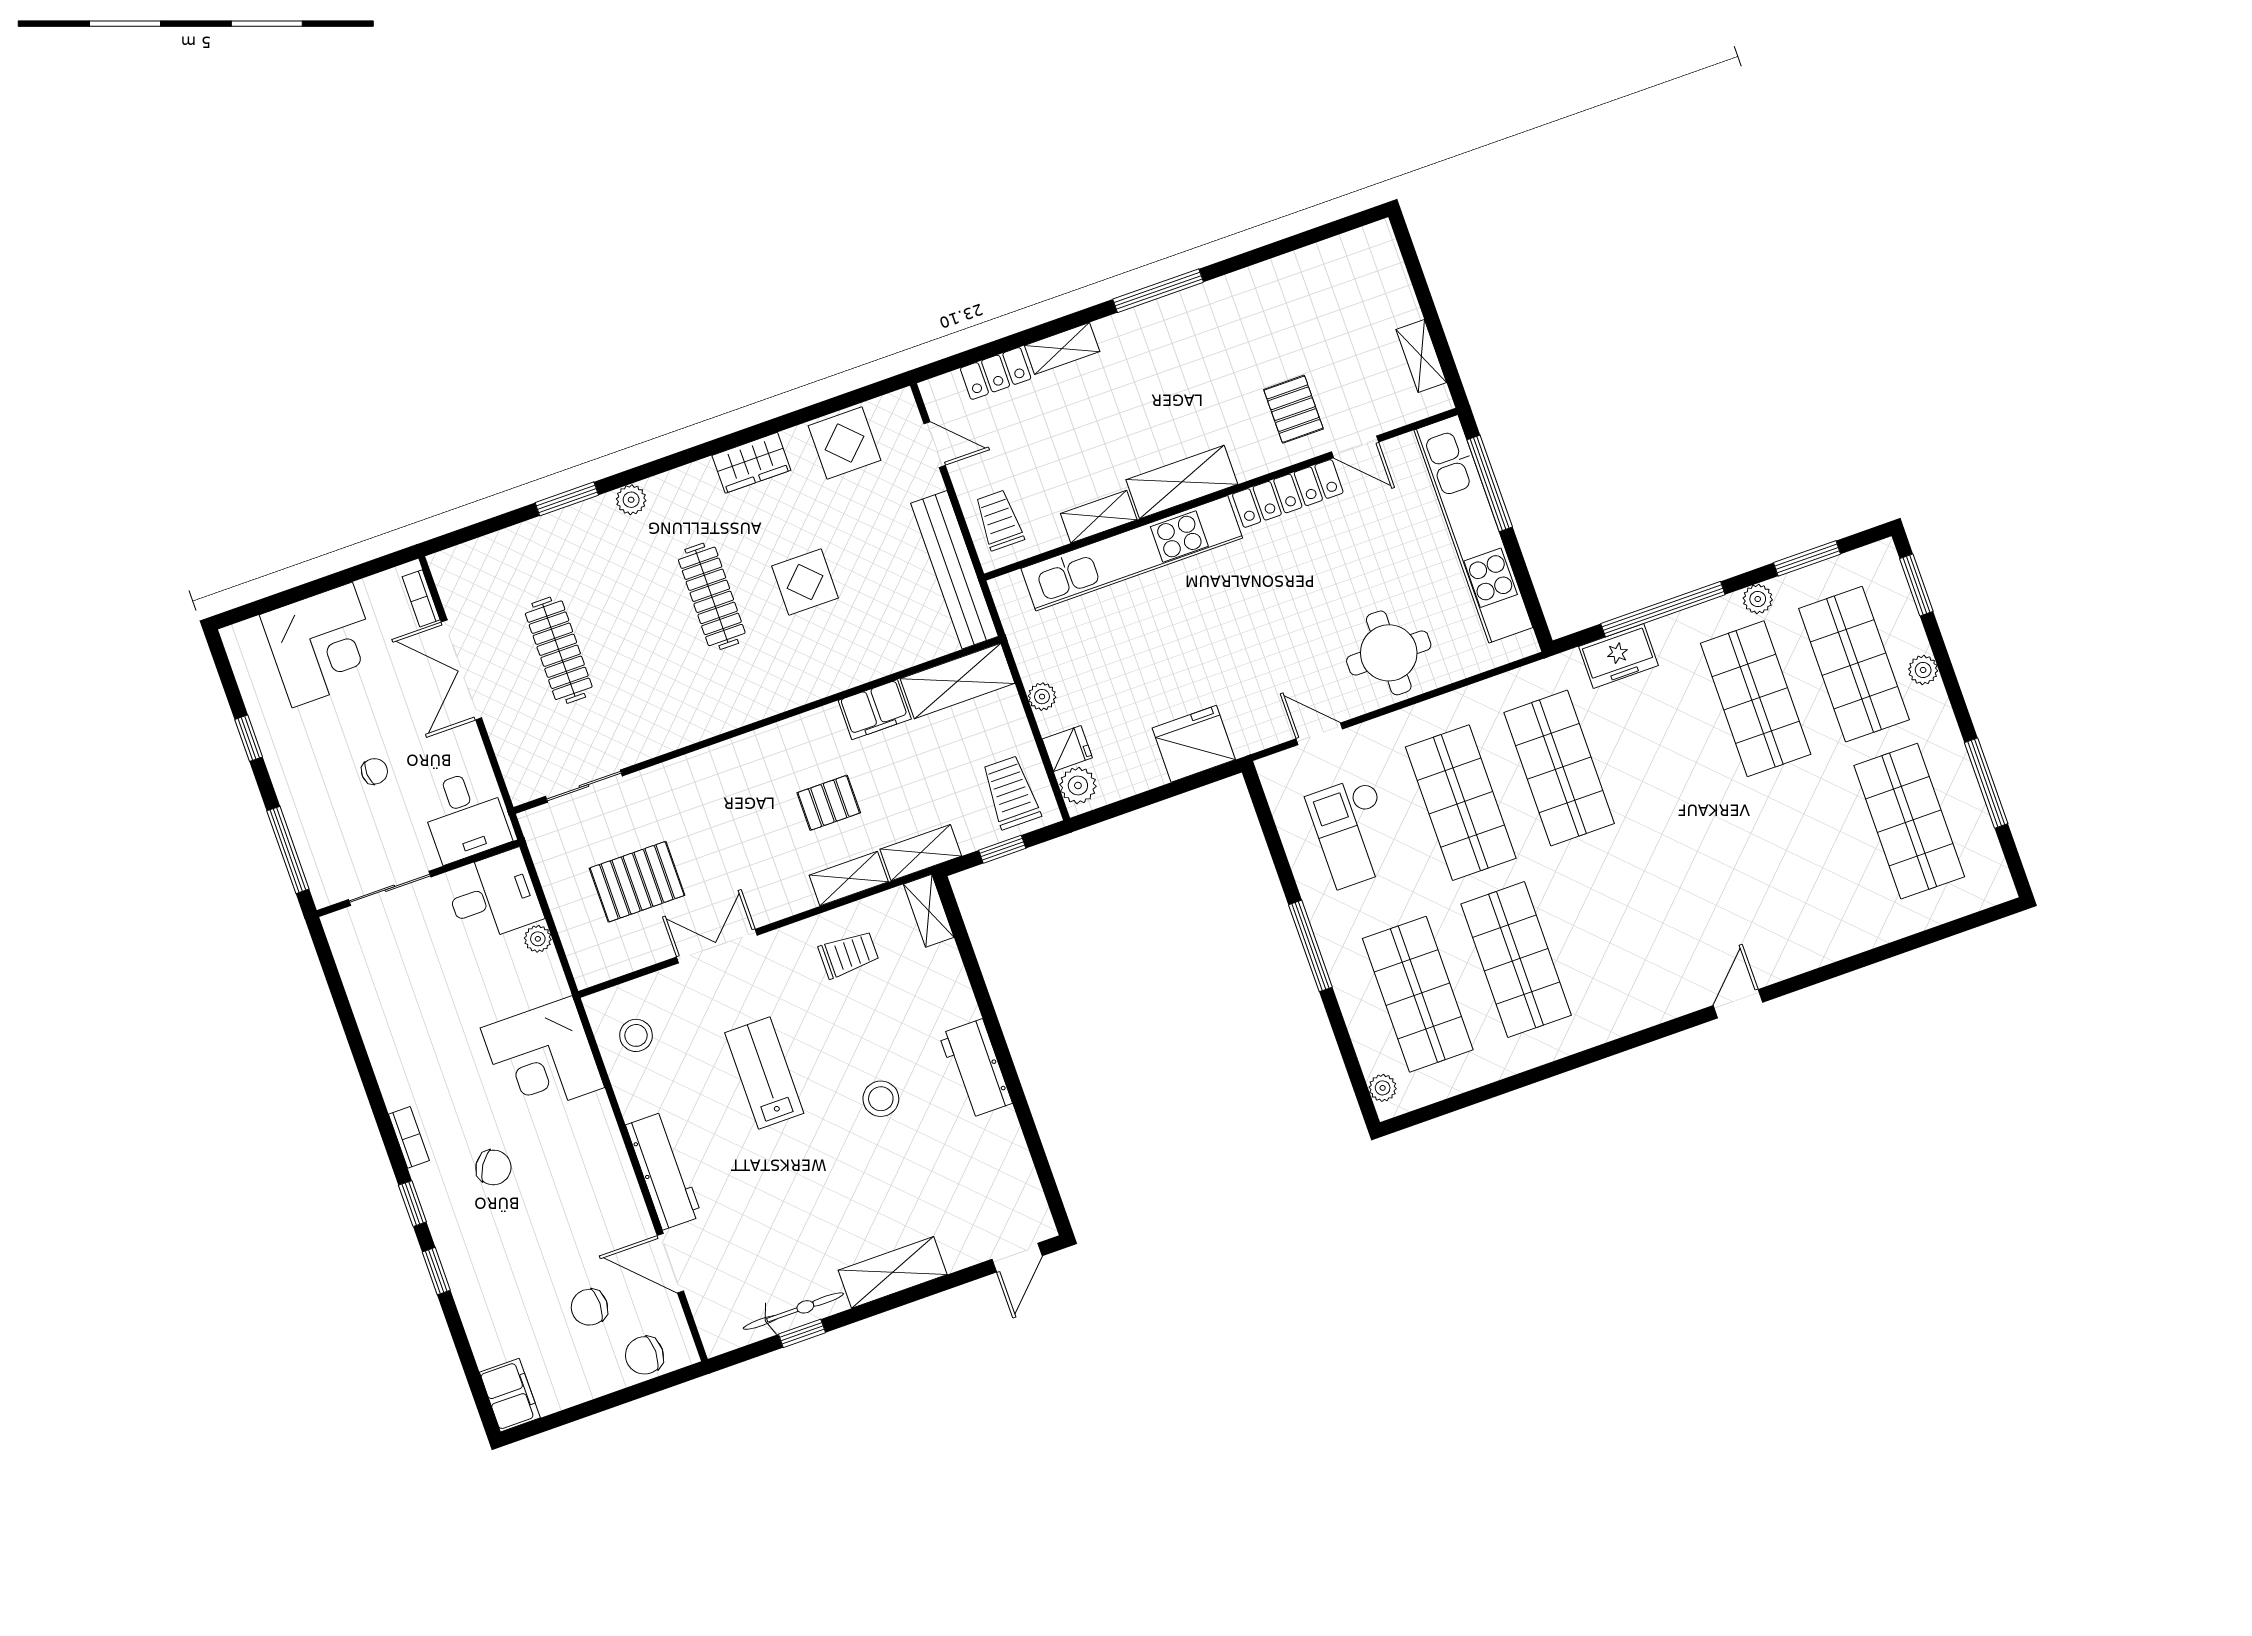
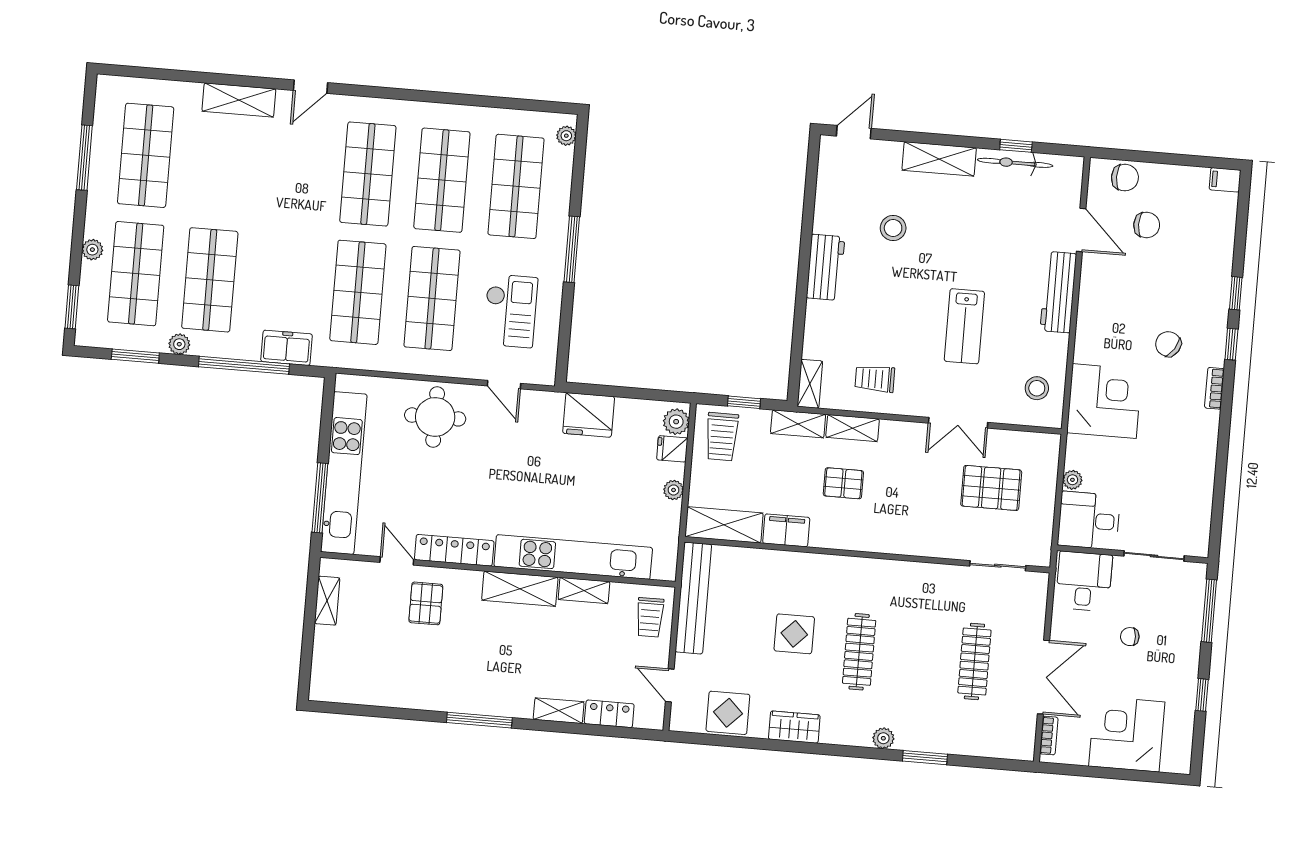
shop shelf: (1614, 925) -> (368, 174), added
shelving: (1822, 945) -> (239, 100), added
stool: (881, 1099) -> (893, 228), moved
filing cabinet: (510, 1395) -> (1225, 180), width x0.50

